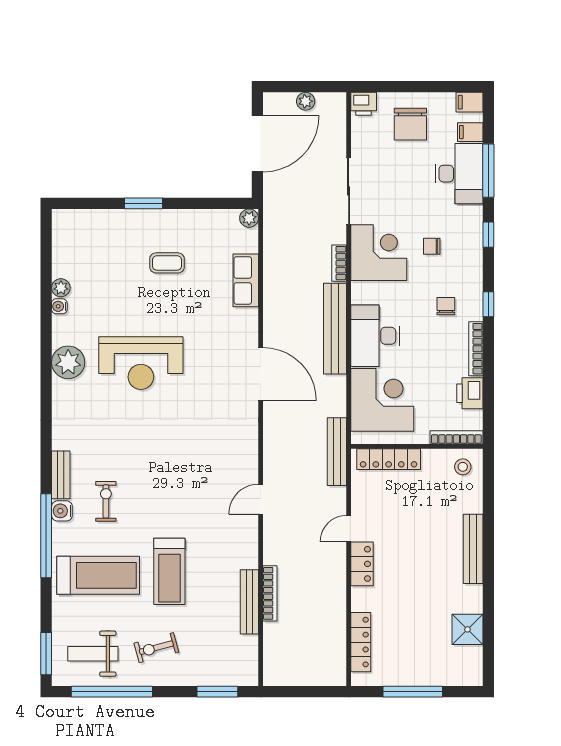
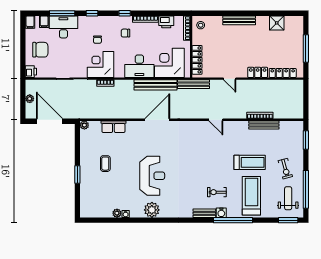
bench: (335, 329) -> (156, 85), moved
locker: (362, 564) -> (258, 72), moved
weight bench: (93, 654) -> (288, 198), turned 180

